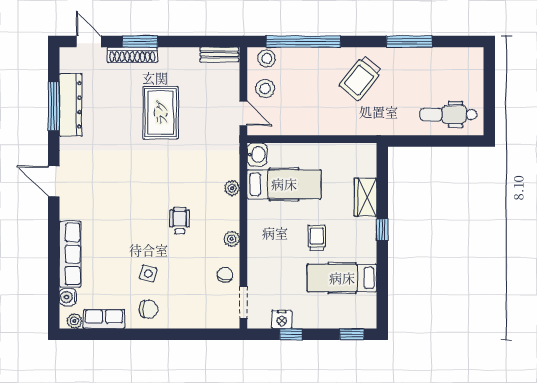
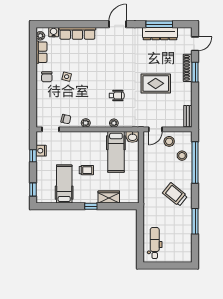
stool: (267, 58) -> (182, 156), moved
wheelchair: (180, 221) -> (117, 96), moved

